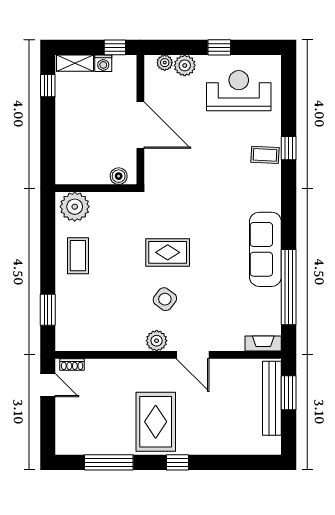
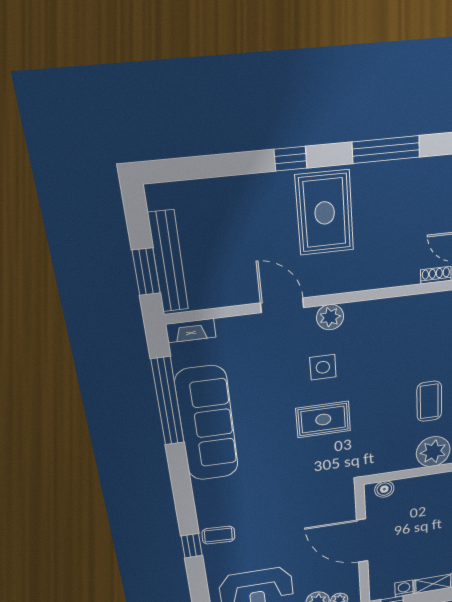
sofa: (265, 249) -> (207, 424), width x1.36, depth x1.27
side table: (165, 299) -> (323, 367), turned -37

